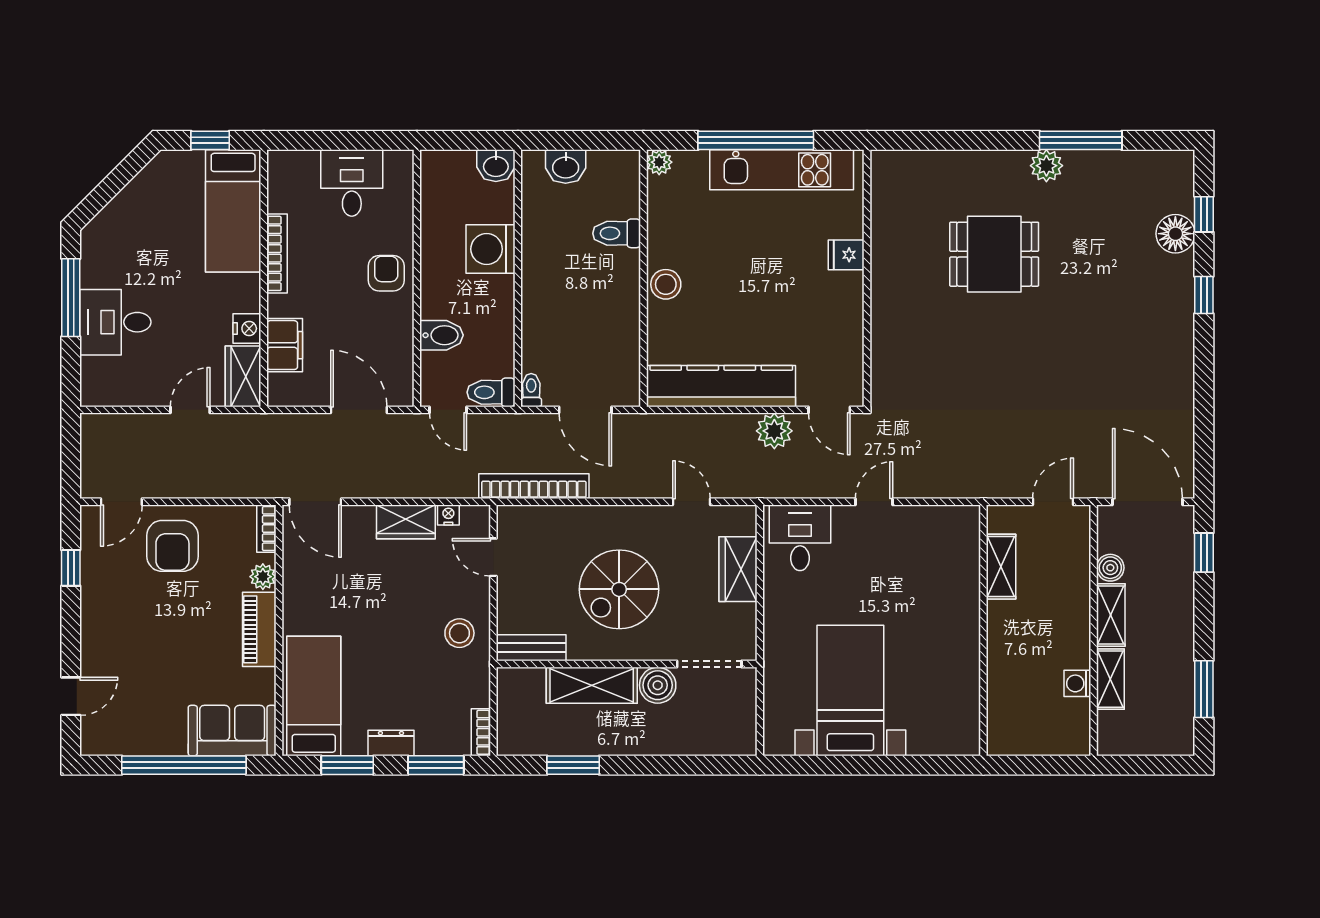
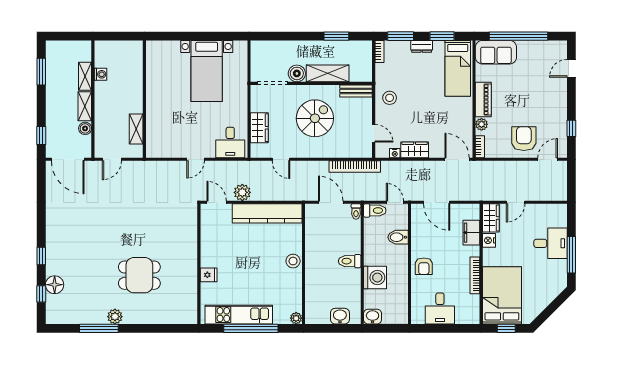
bed: (233, 211) -> (502, 295), width x1.50
toilet: (617, 233) -> (350, 261), moved, turned 180

